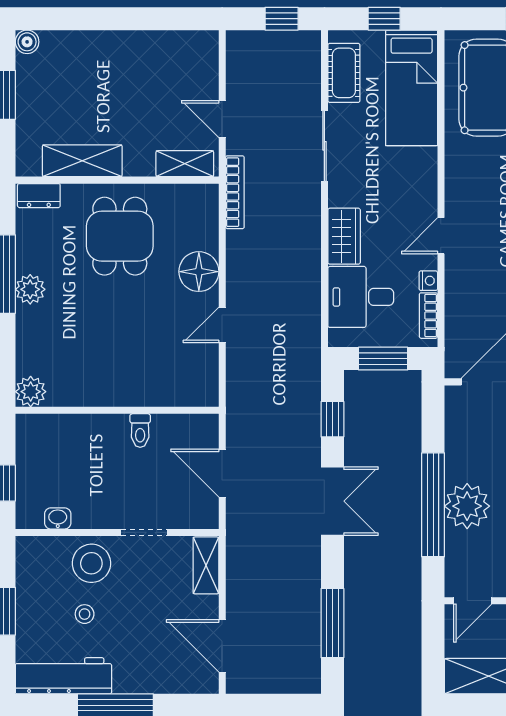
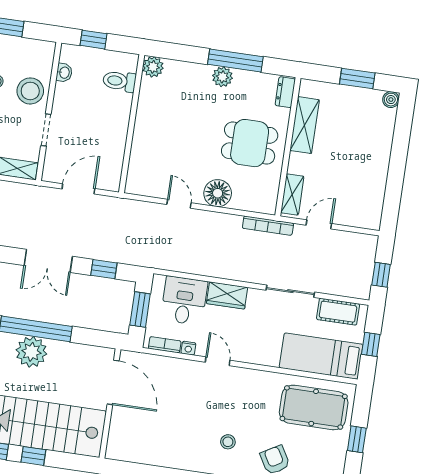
toilet: (140, 431) -> (119, 81), moved, width x1.37, depth x1.39

